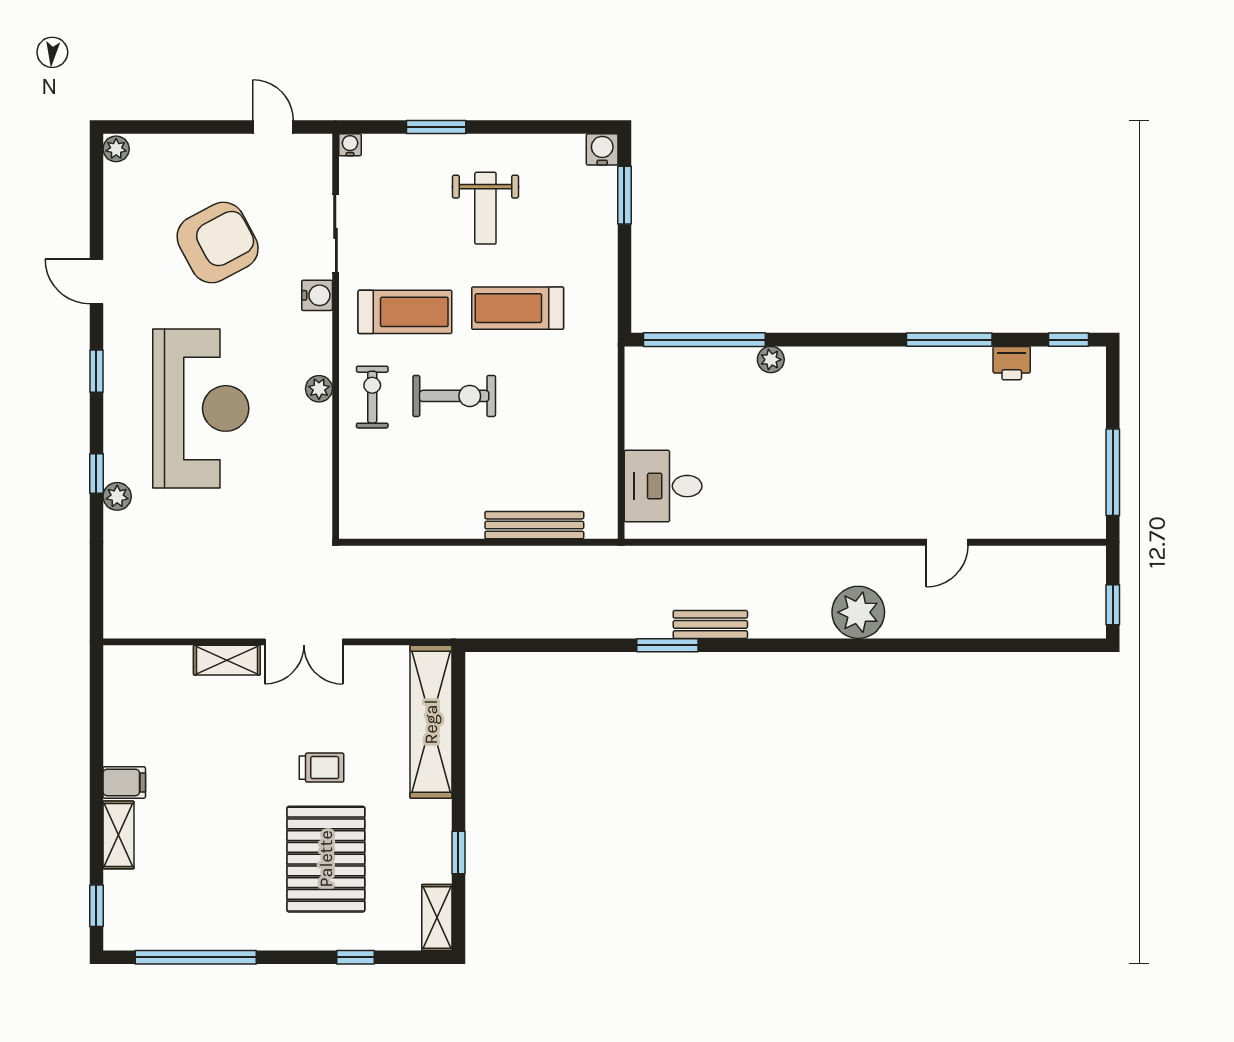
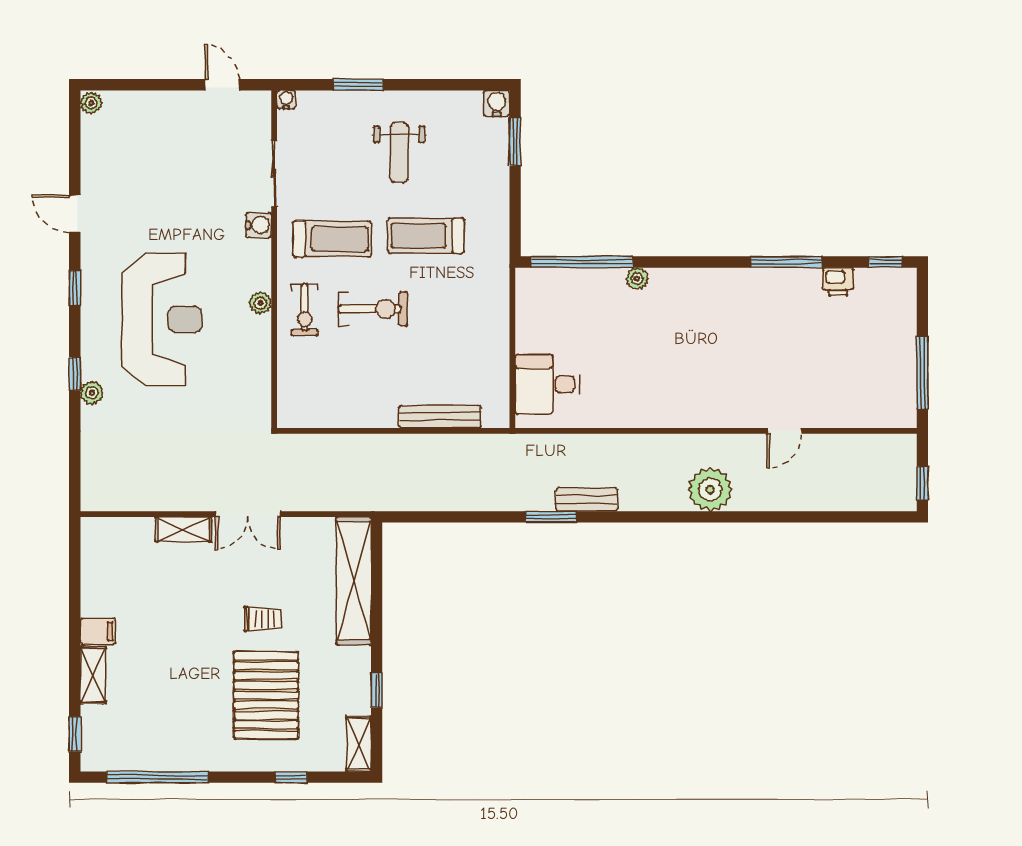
armchair: (218, 242) -> (176, 181), removed
exercise bike: (372, 397) -> (305, 310), turned 180

